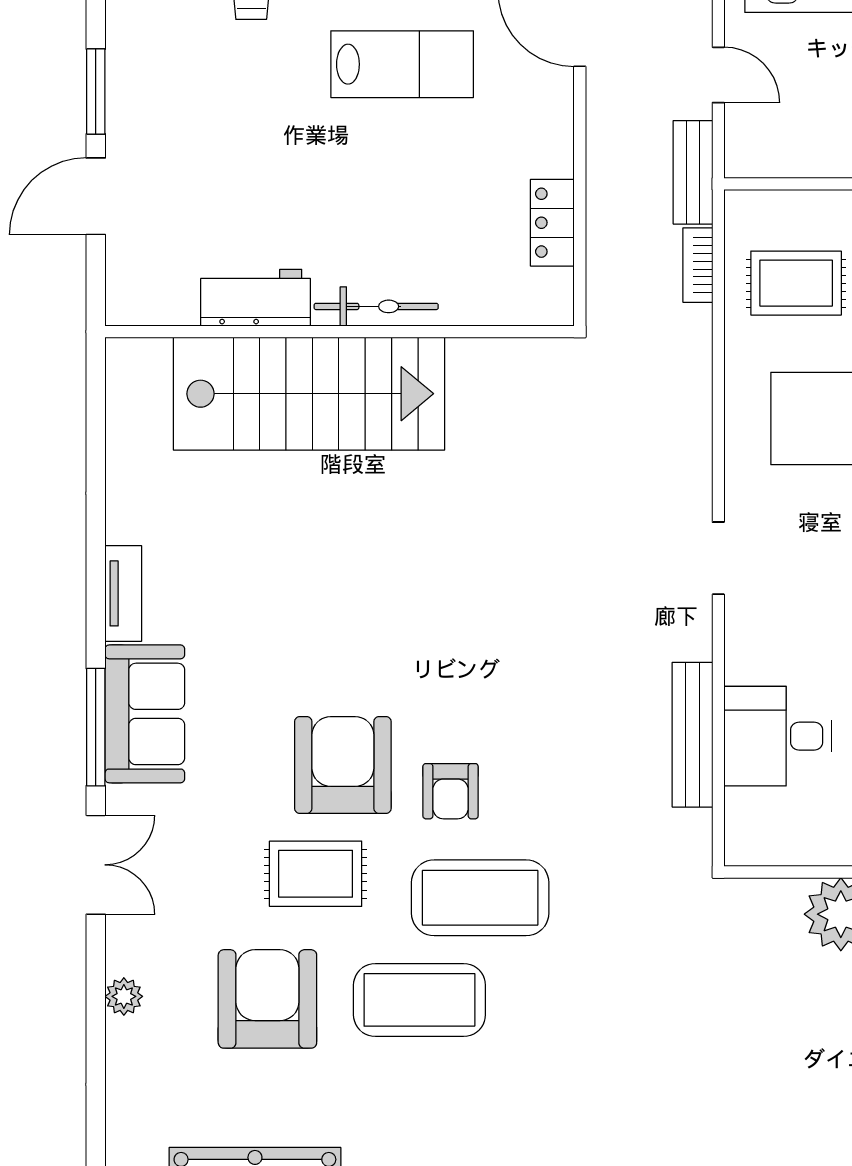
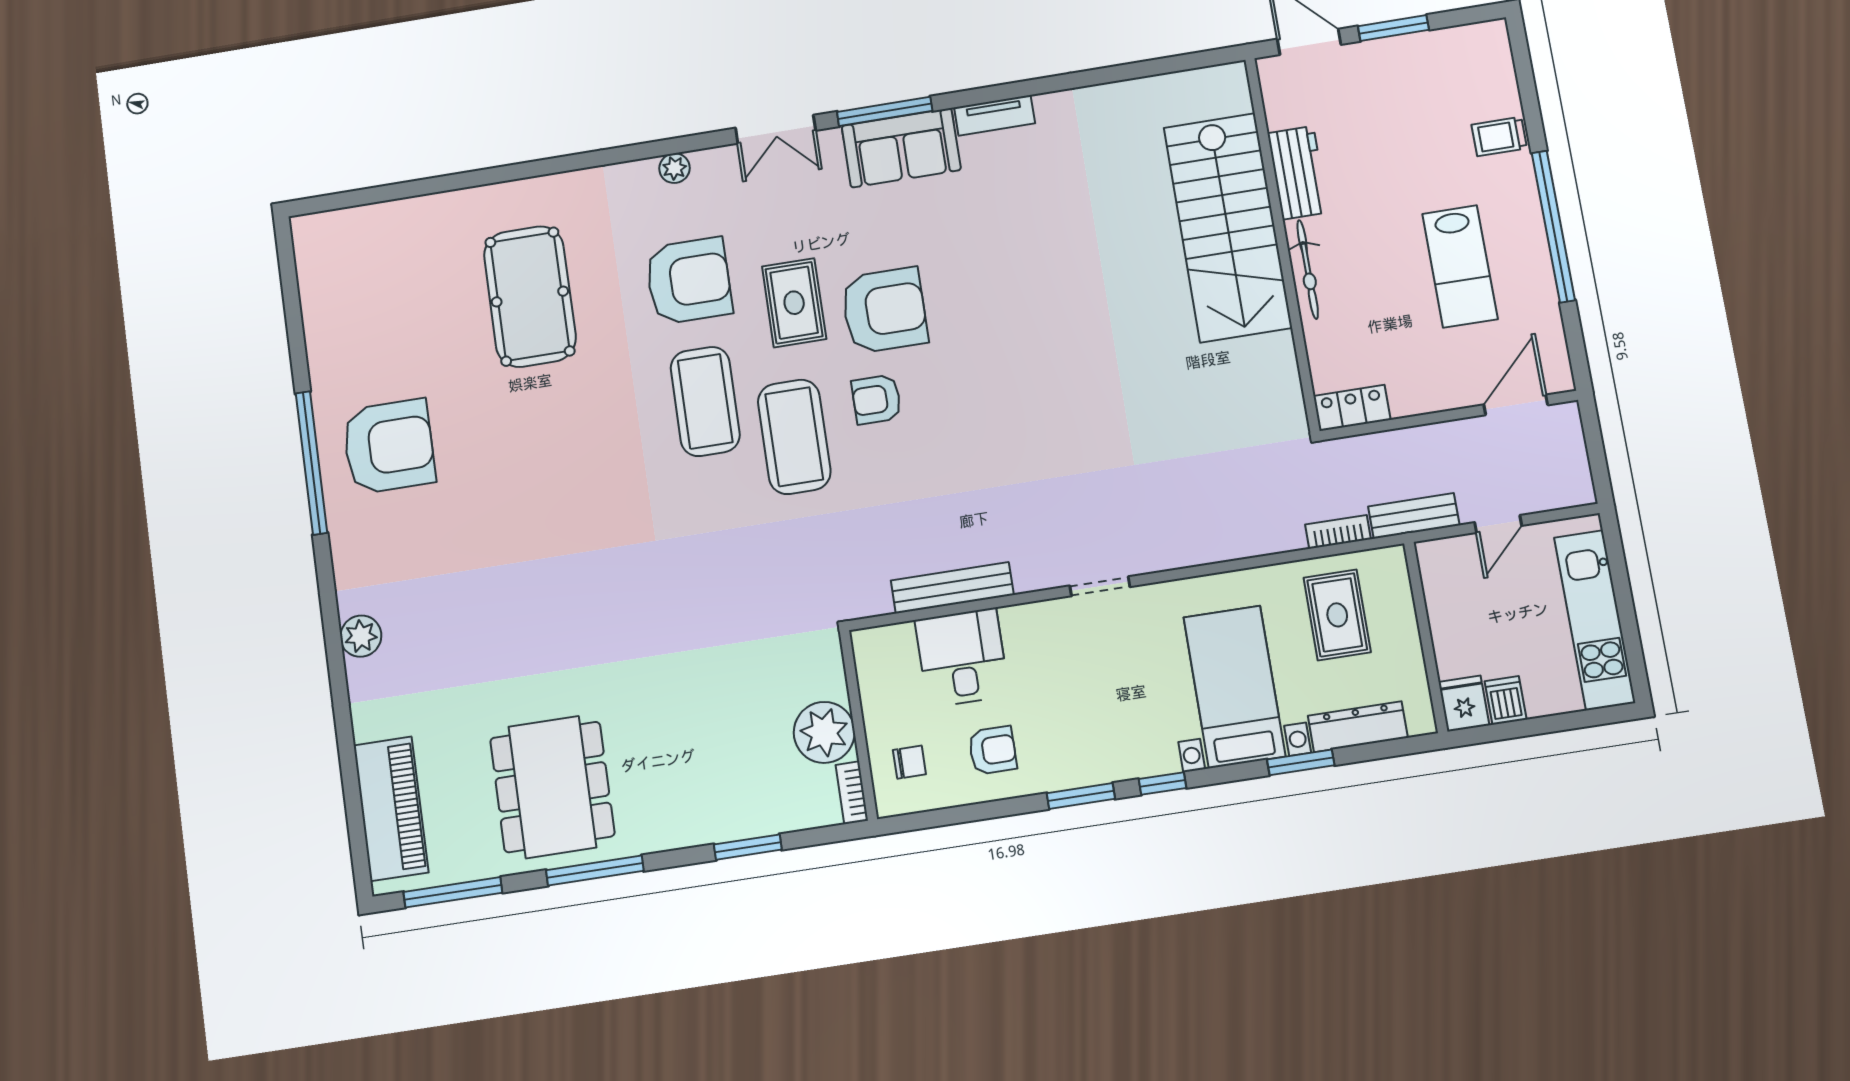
workbench: (256, 298) -> (1298, 173), moved
bicycle: (376, 306) -> (1308, 269), moved
wall: (340, 332) -> (1282, 244), moved
stairs: (309, 394) -> (1228, 227), moved

